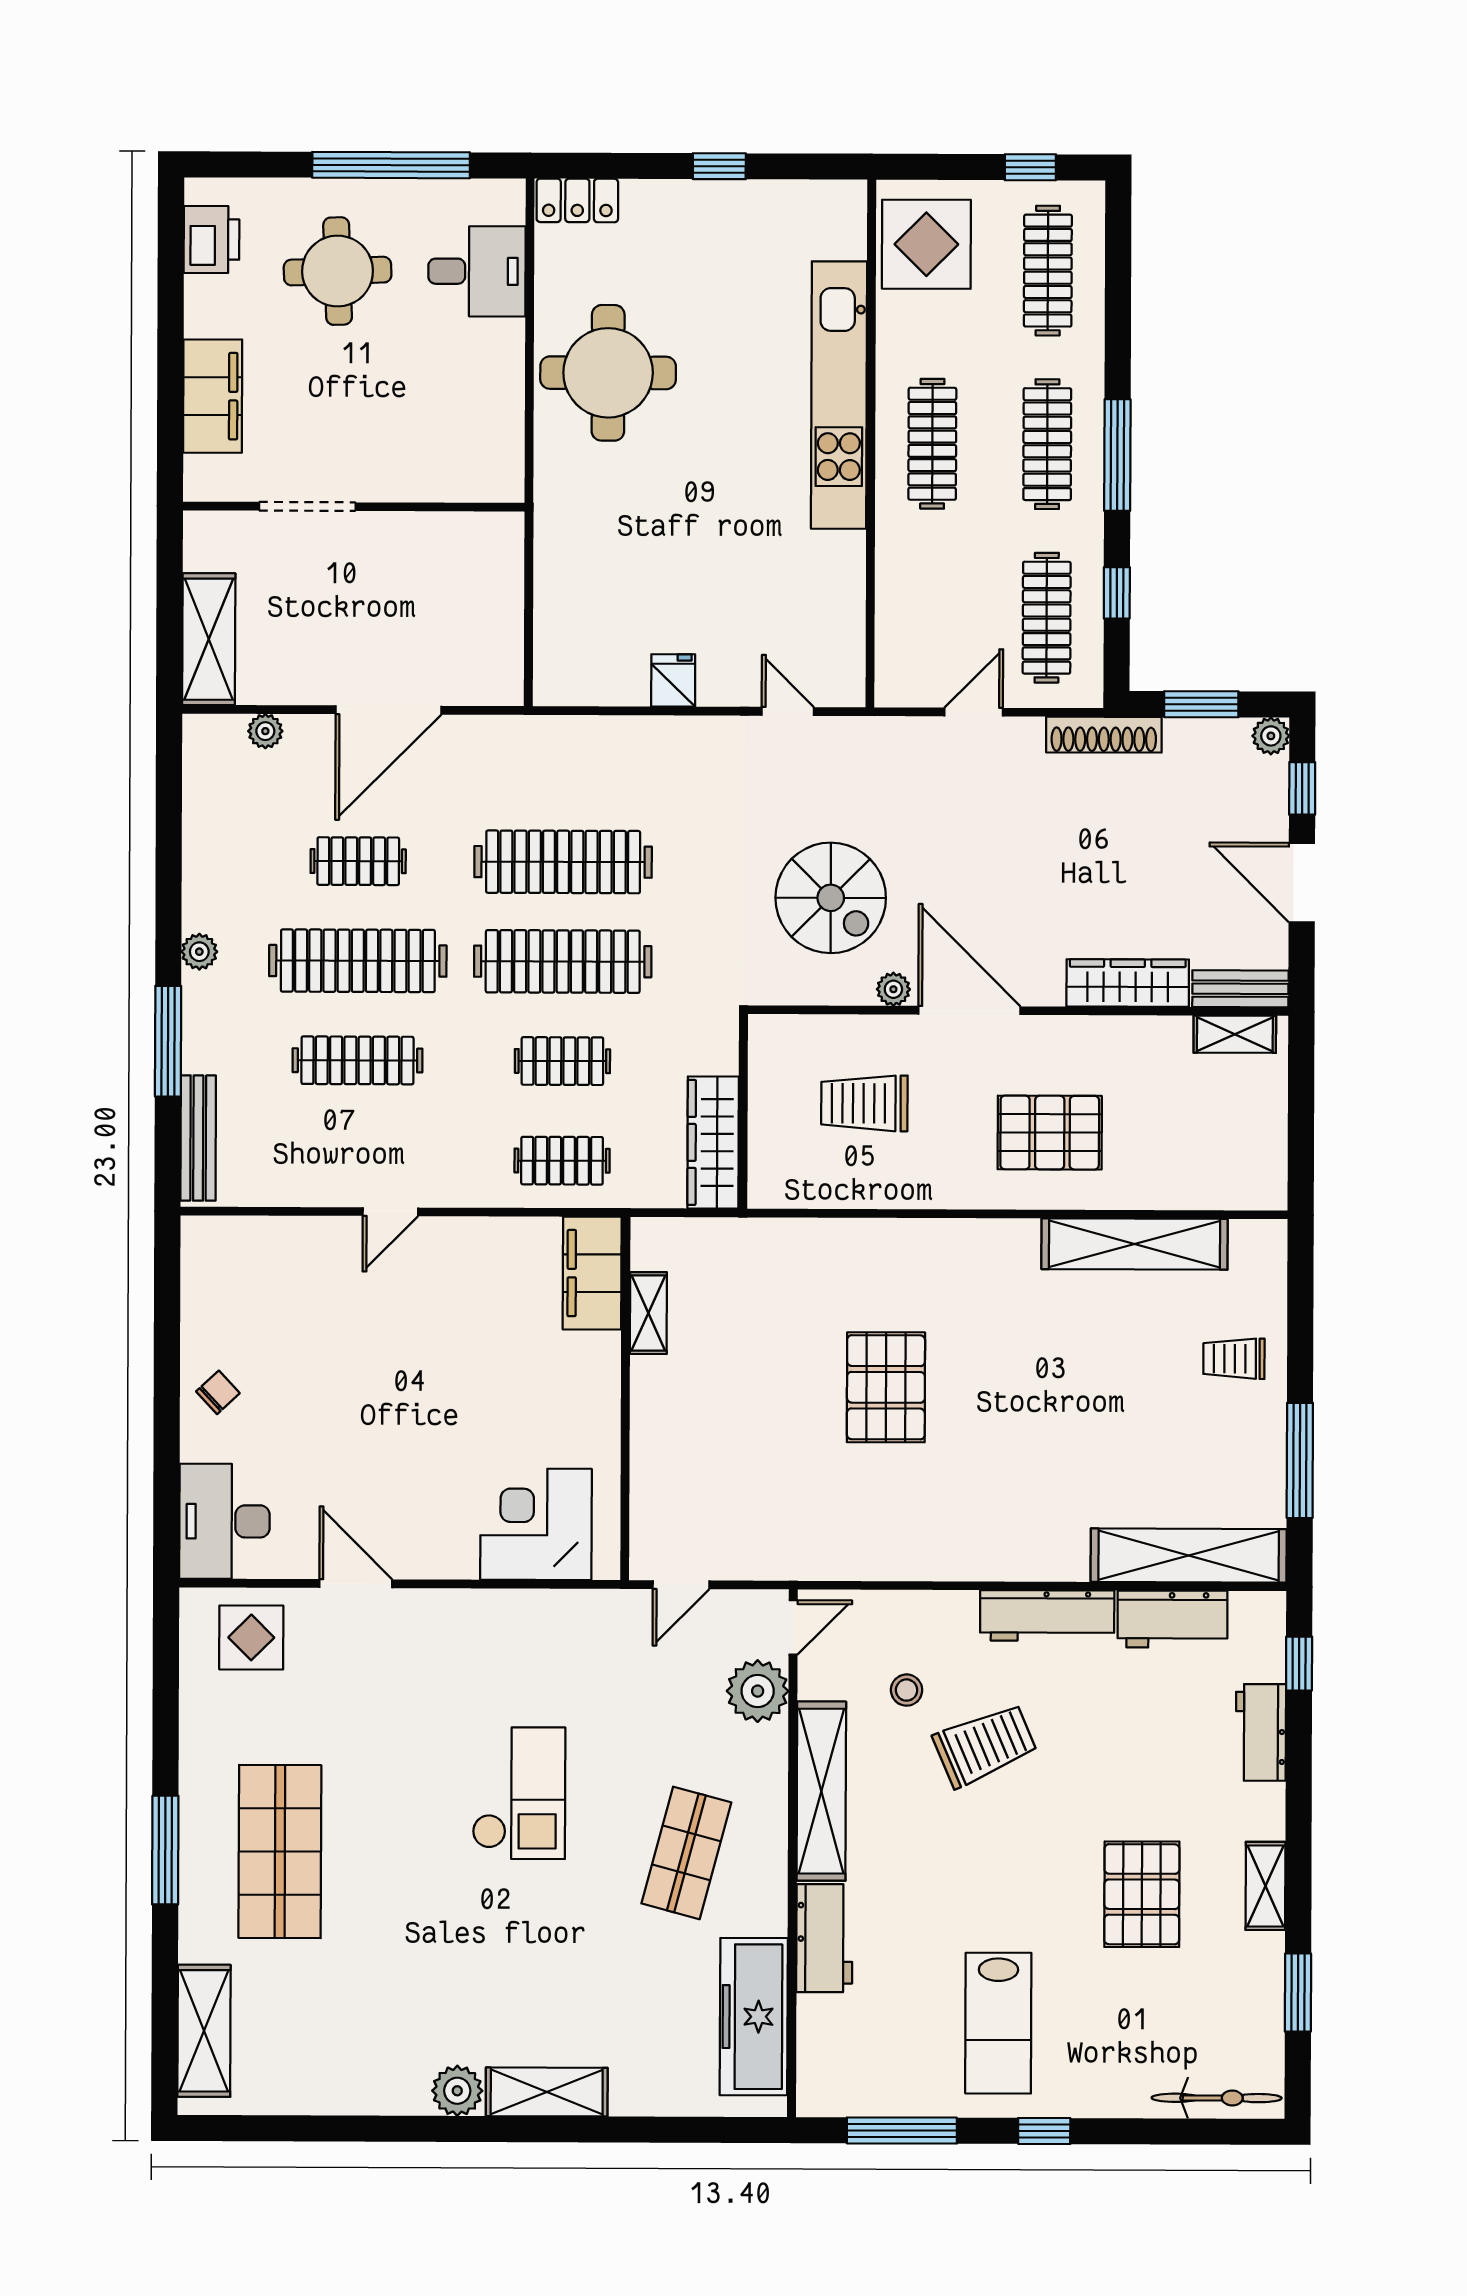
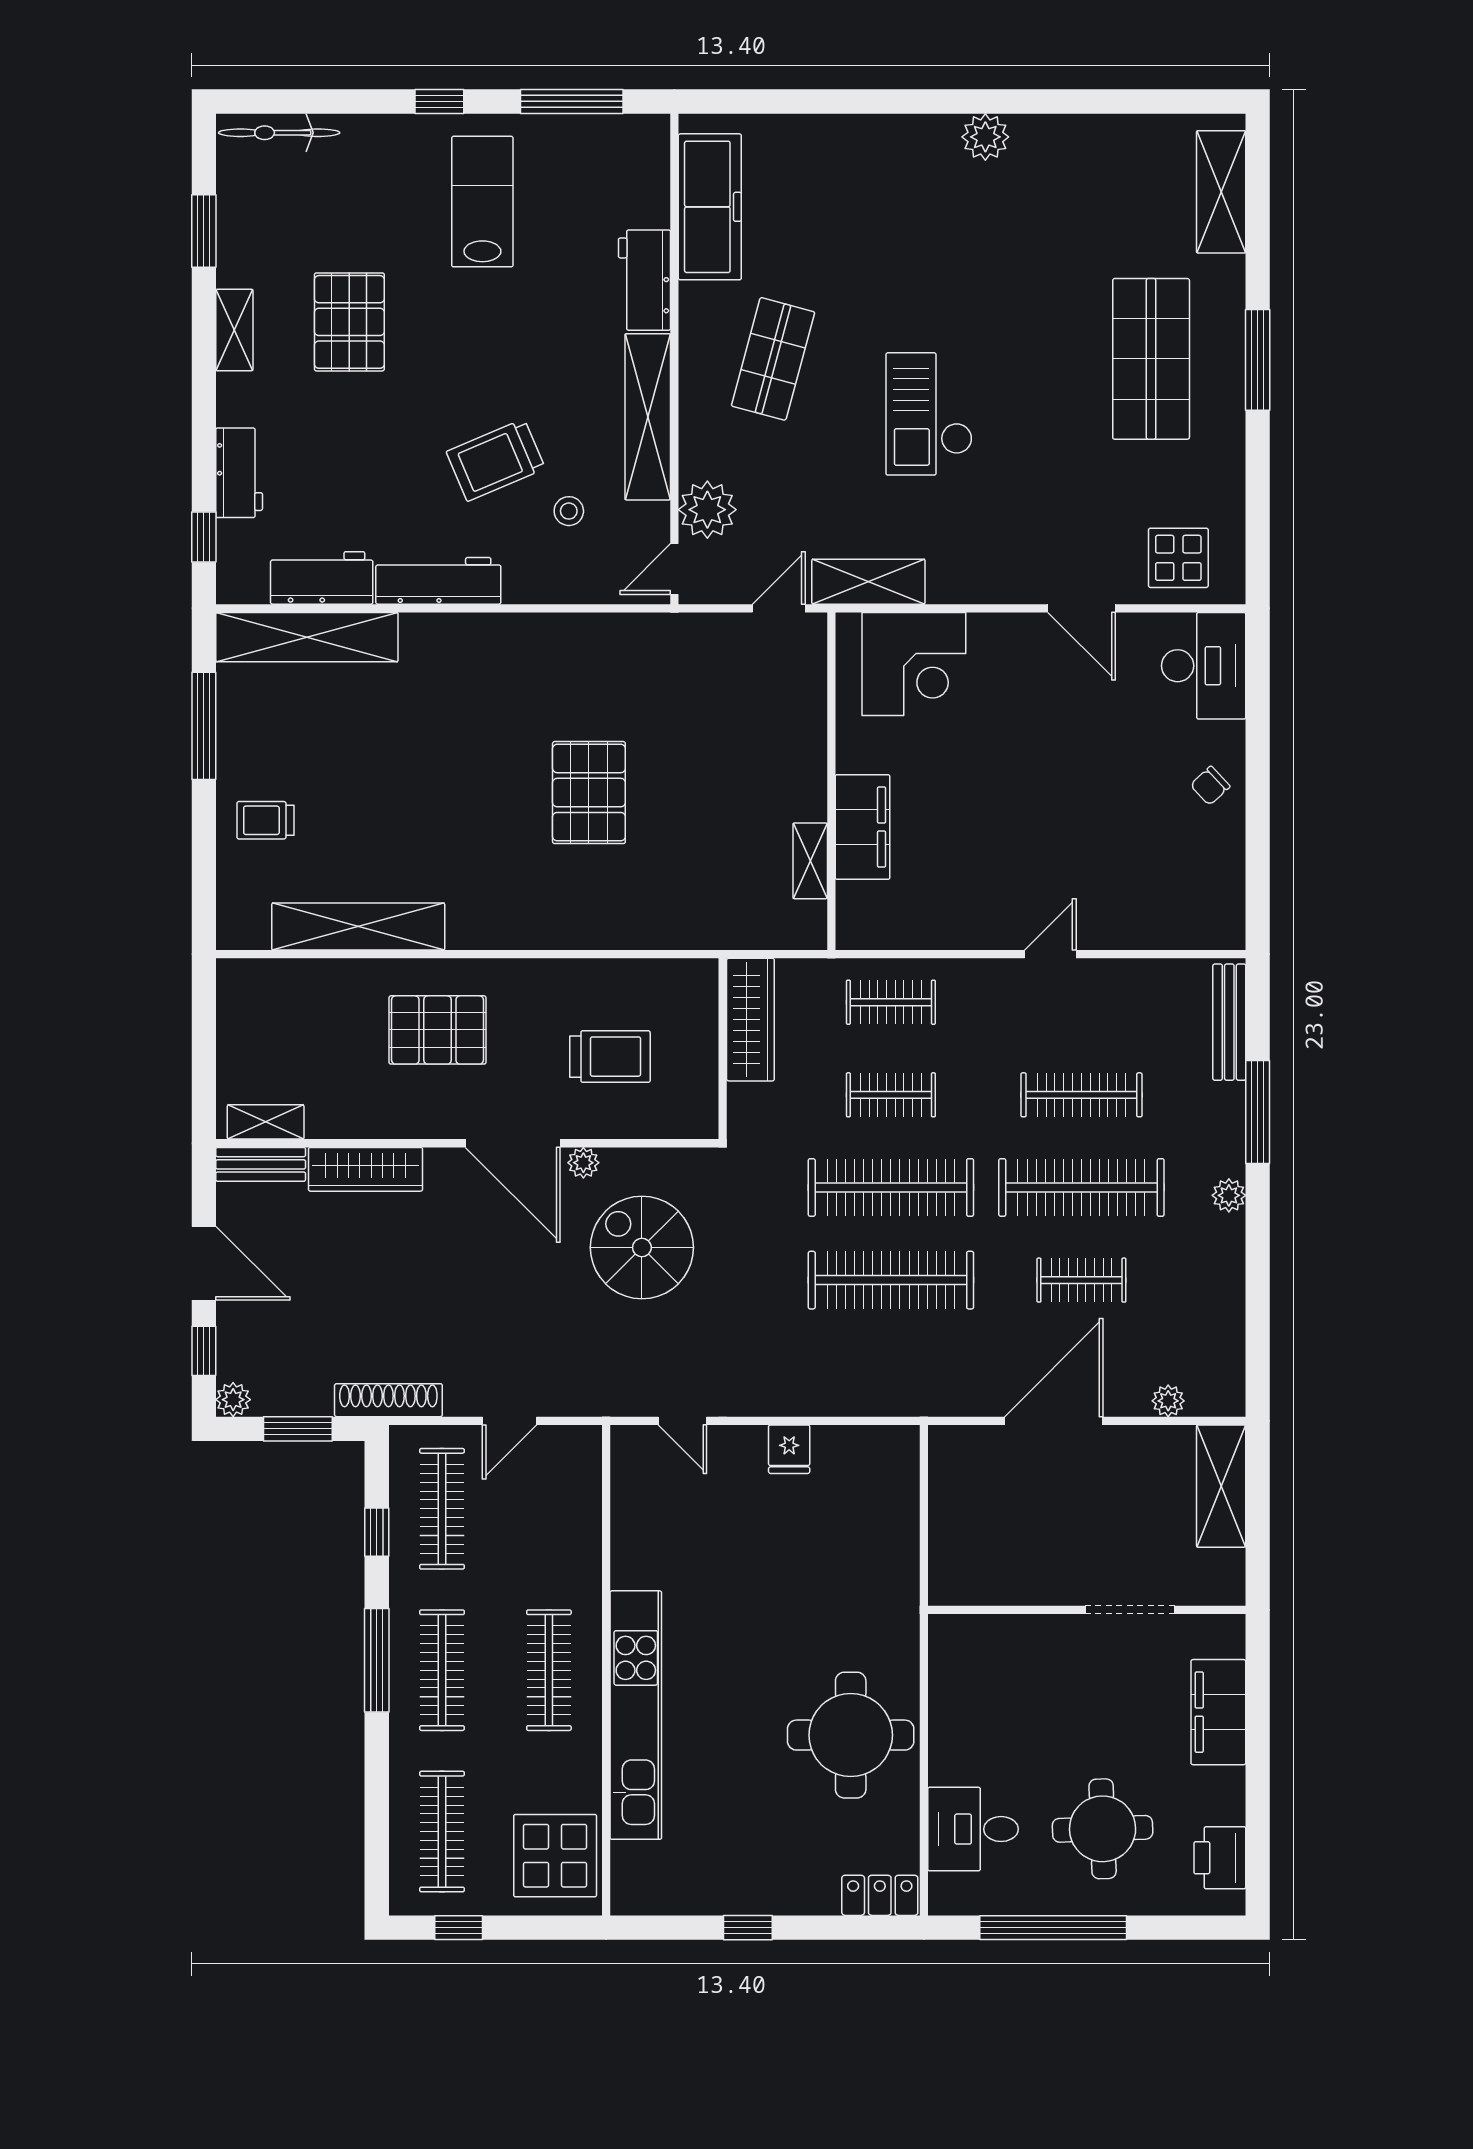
filing cabinet: (592, 1273) -> (863, 827), moved
trolley: (1234, 1359) -> (265, 820), turned 180
shelving: (547, 2092) -> (868, 582), moved

